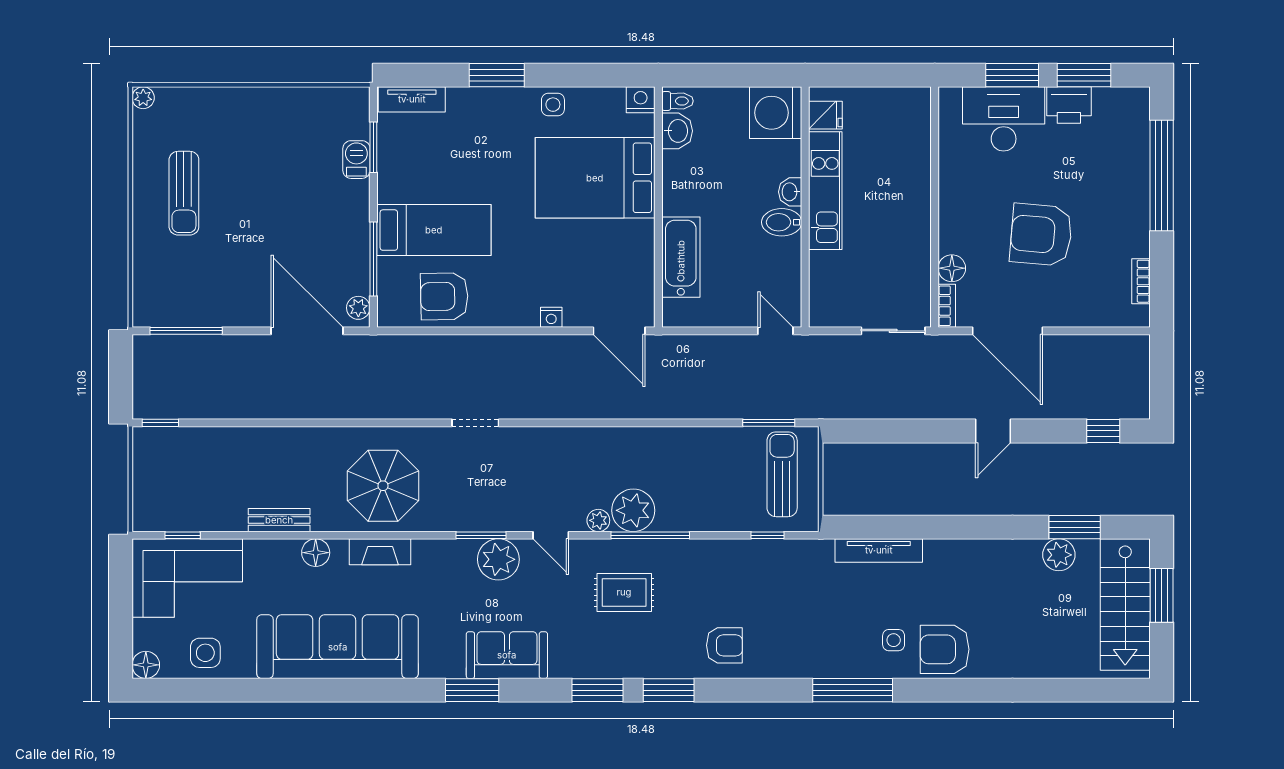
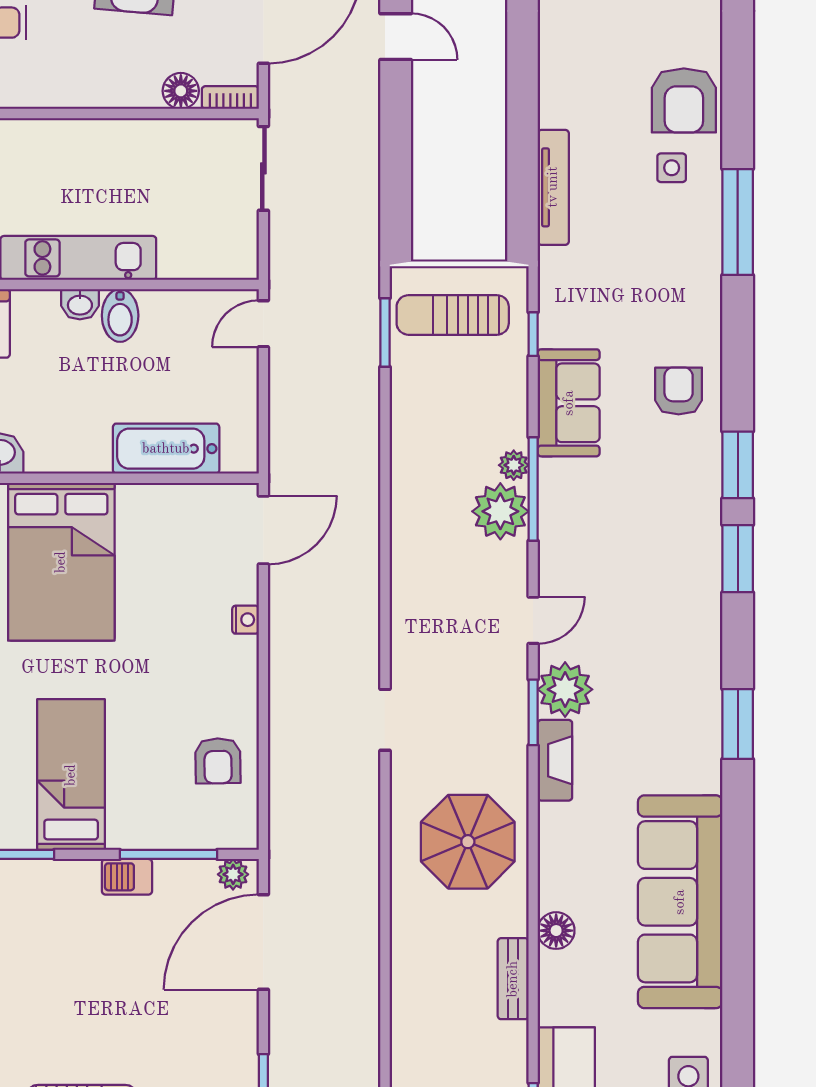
barbecue: (356, 160) -> (127, 877), moved
bed: (434, 230) -> (71, 775), moved
armchair: (444, 296) -> (218, 761), width x0.72, depth x0.72
plant: (598, 520) -> (514, 465), moved
fireplace: (380, 552) -> (555, 760), moved
rug: (624, 592) -> (609, 523), removed
sofa: (507, 655) -> (569, 403), moved, turned 180

